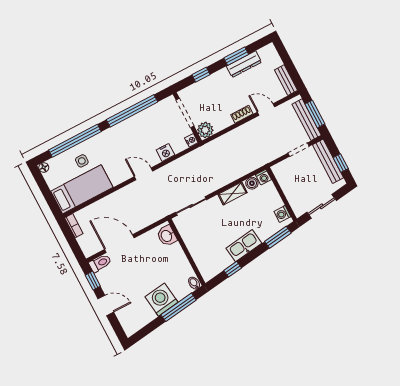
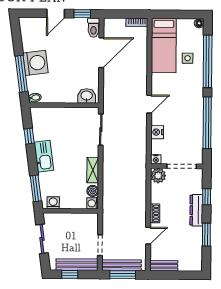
dresser: (244, 64) -> (196, 210), moved

